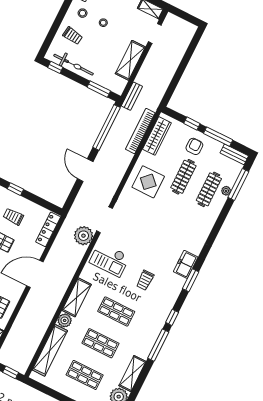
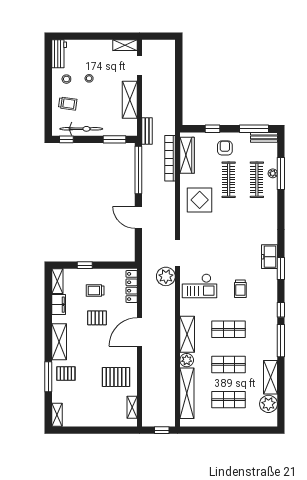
window: (218, 137) -> (254, 129), moved
window: (238, 184) -> (281, 174), moved

